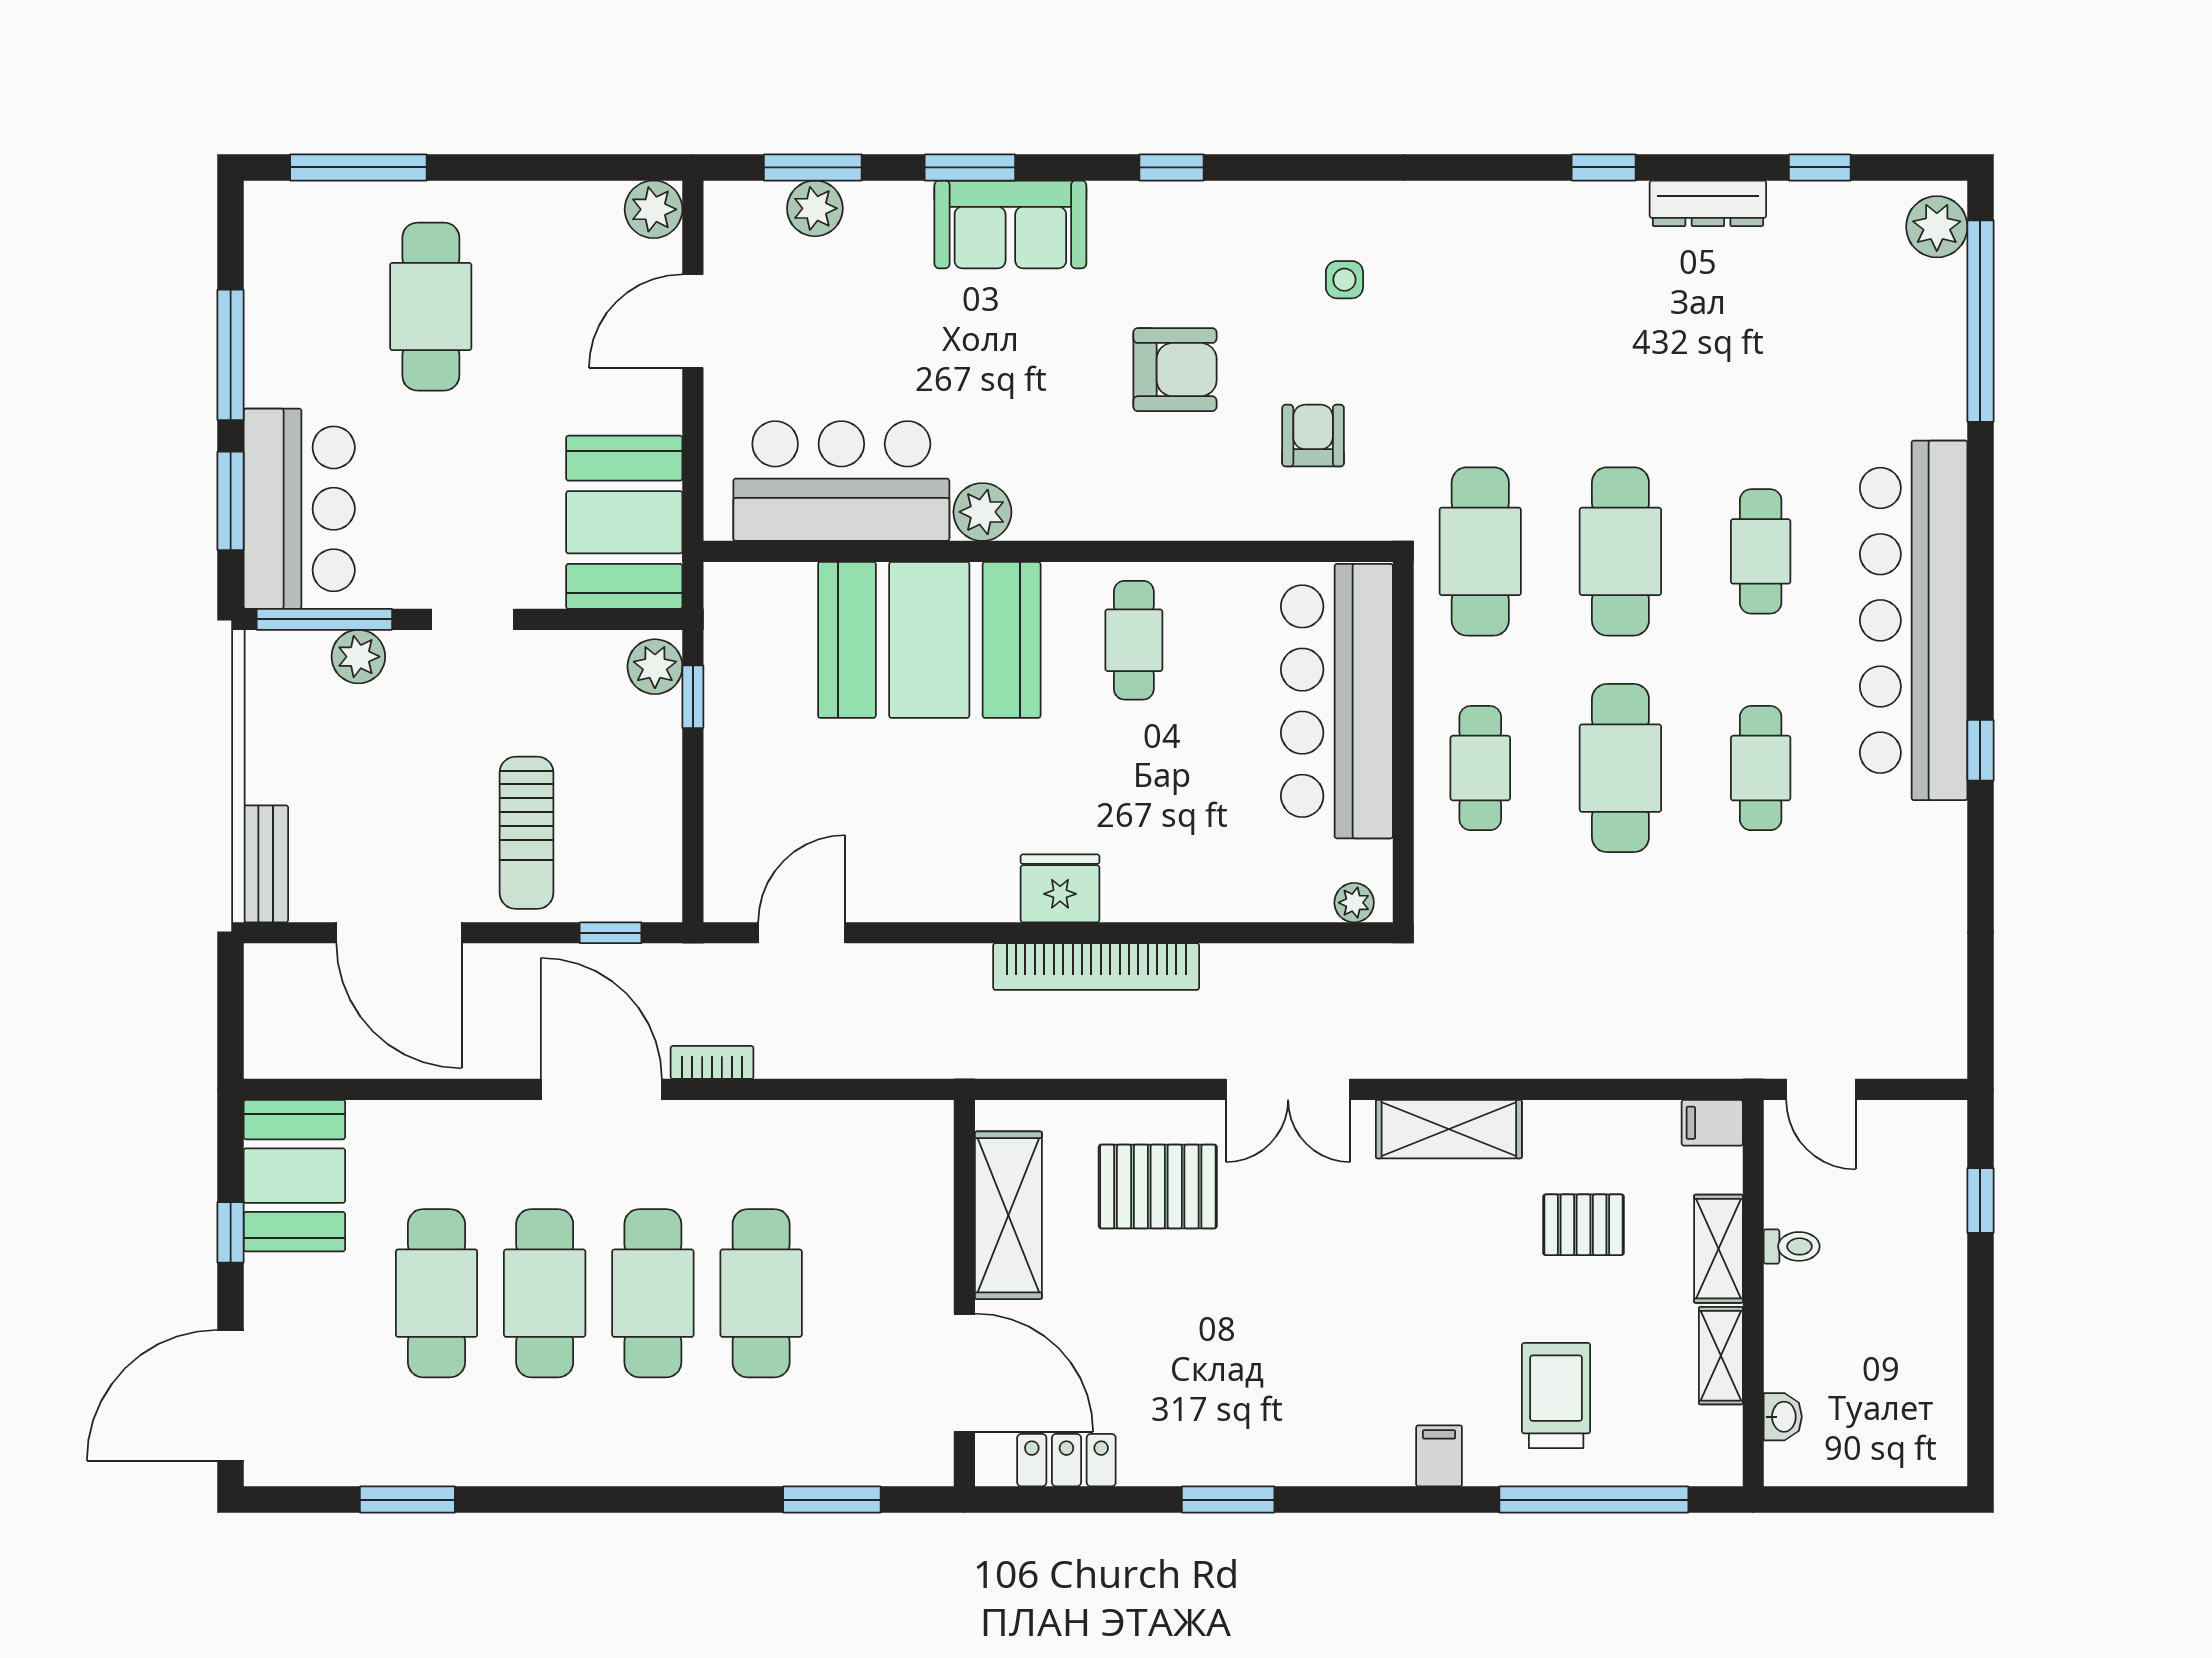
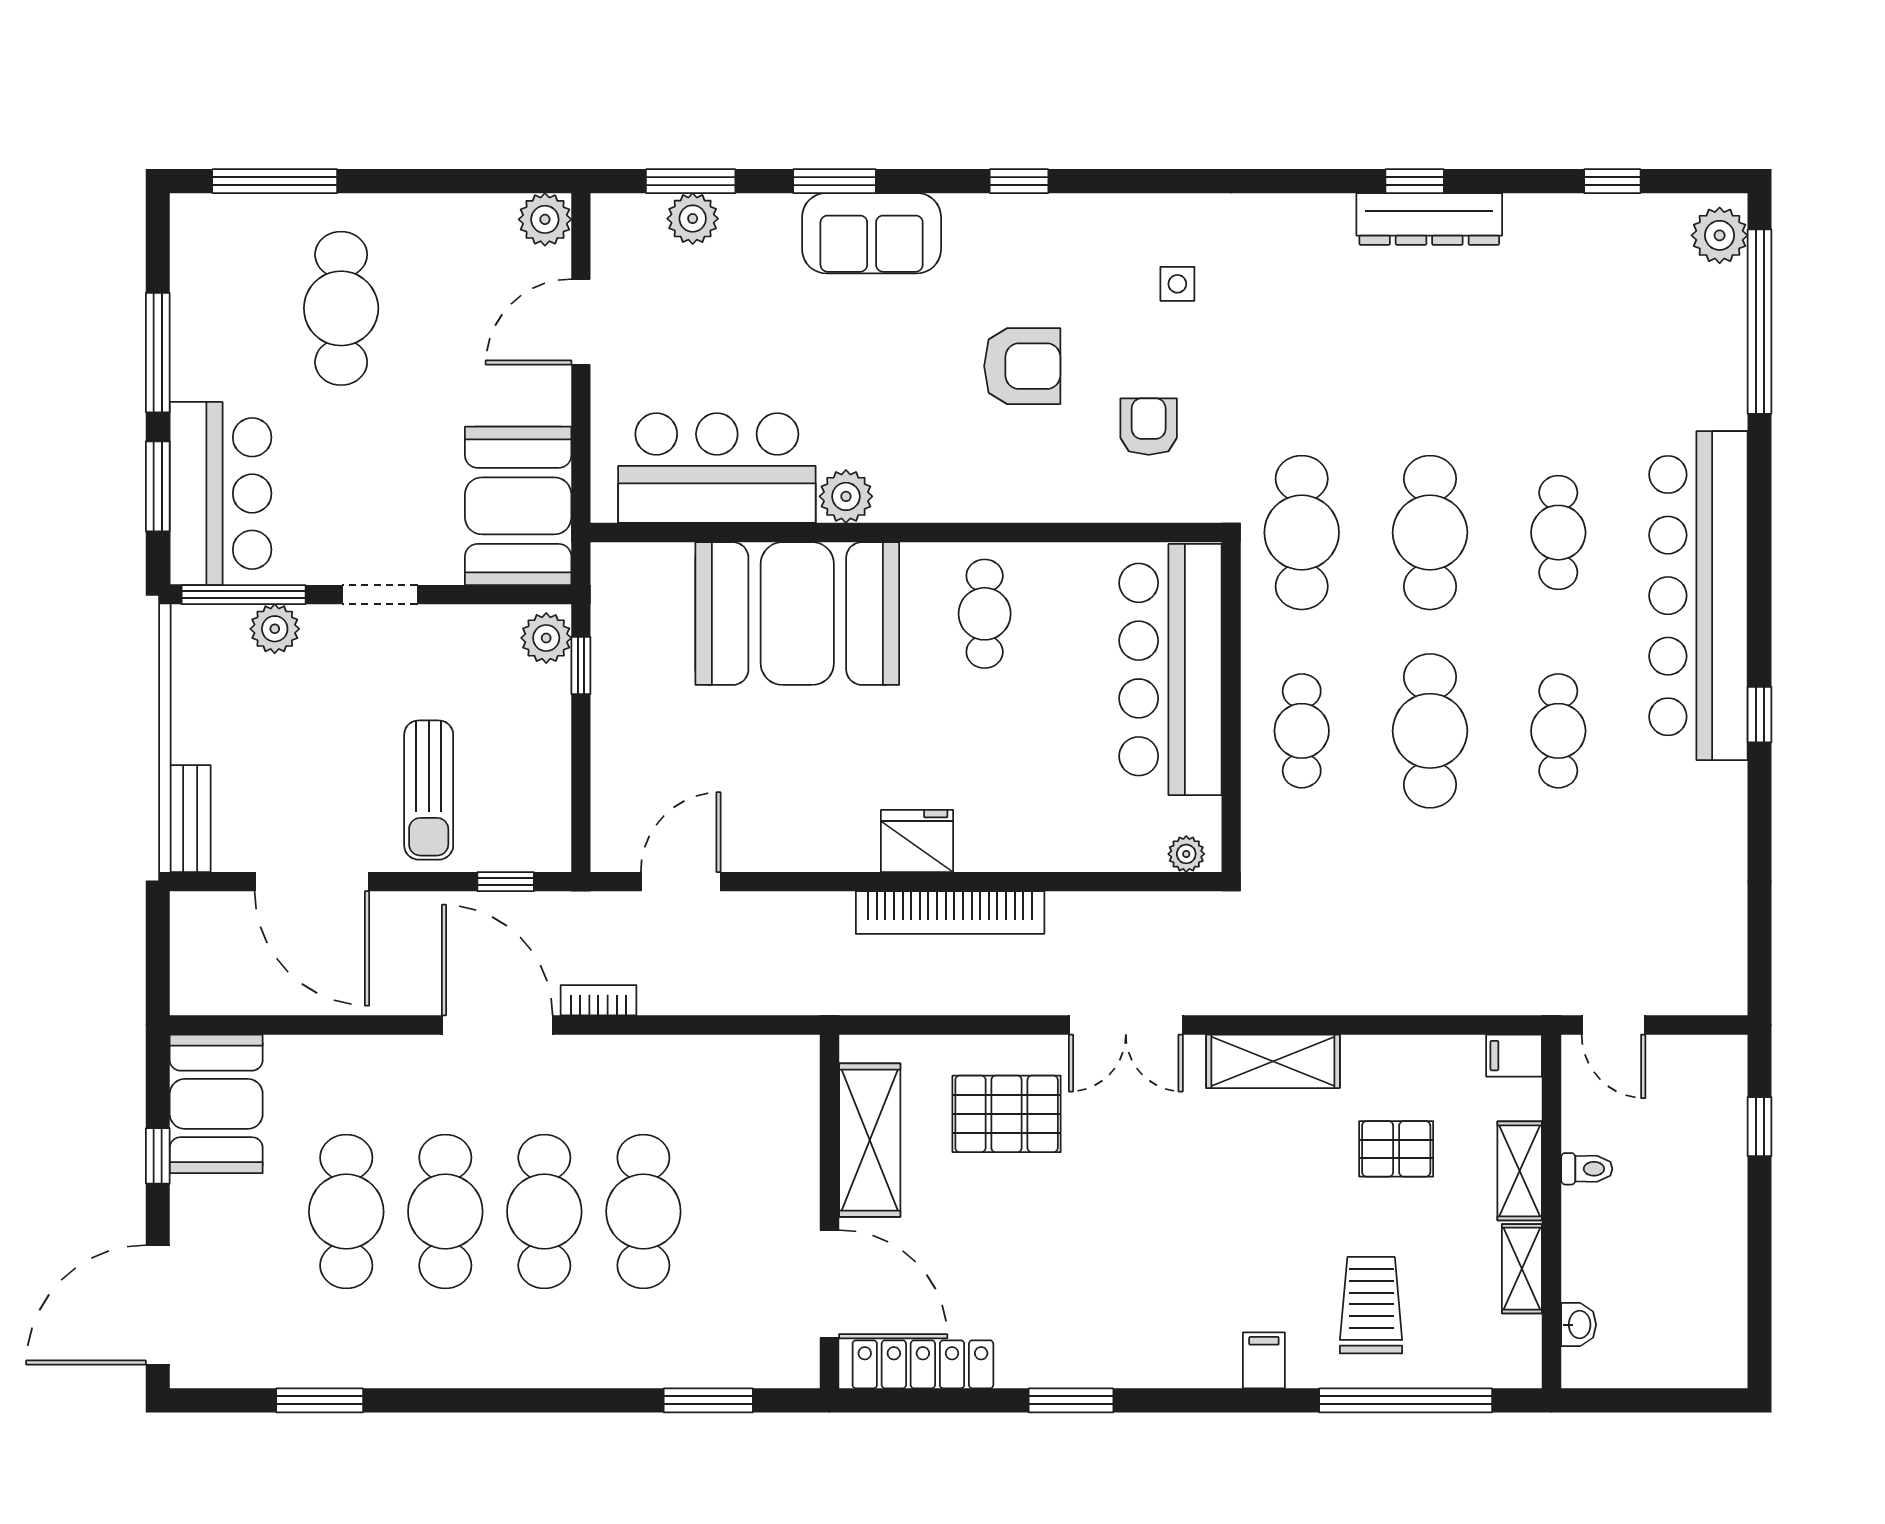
dresser: (1708, 203) -> (1429, 219), moved, width x1.37, depth x1.24
locker: (1066, 1460) -> (923, 1364), width x1.53

